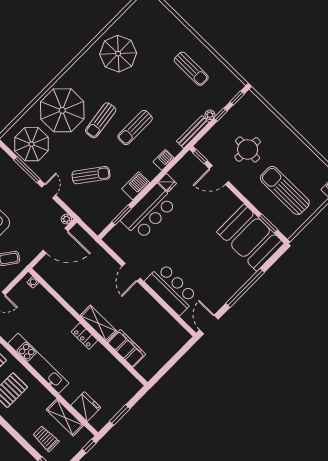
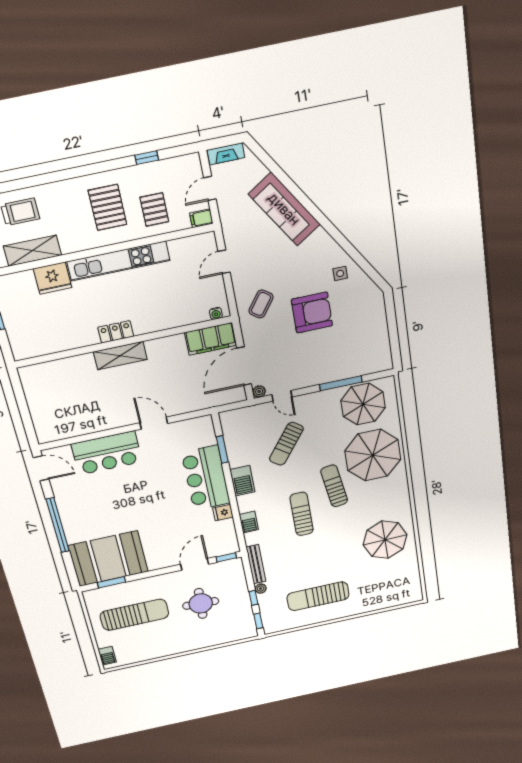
sun lounger: (191, 69) -> (318, 596), width x1.36, depth x1.34
door: (49, 191) -> (282, 396), moved
filing cabinet: (127, 348) -> (211, 339), moved
fridge: (86, 406) -> (53, 278), moved

